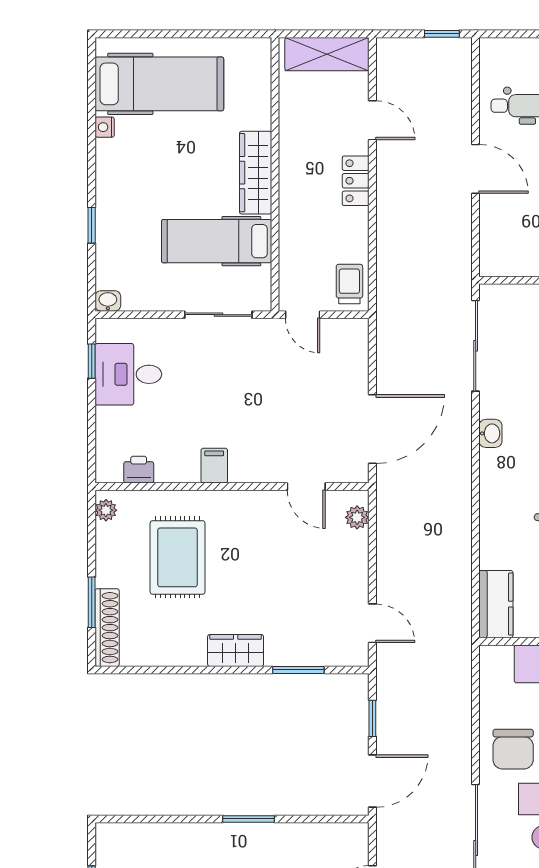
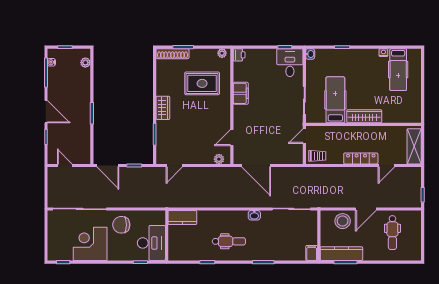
hospital bed: (159, 84) -> (398, 70), width x0.73, depth x0.78
locker: (356, 181) -> (361, 158), width x1.53
stool: (504, 224) -> (343, 221), added
desk: (128, 374) -> (290, 63), moved
filing cabinet: (214, 466) -> (241, 93), width x2.00
printer: (139, 470) -> (239, 55), moved
plant: (128, 834) -> (85, 63), added

